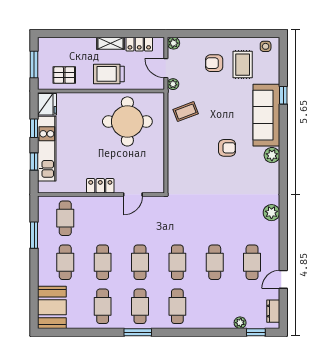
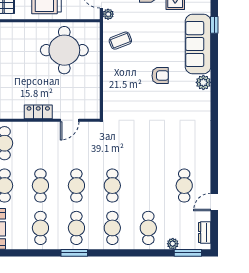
plant: (271, 213) -> (203, 138), removed
cafe table: (215, 262) -> (148, 228), moved
window: (256, 332) -> (188, 253), width x1.50

